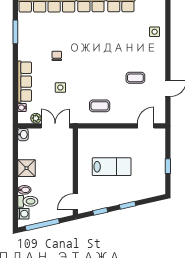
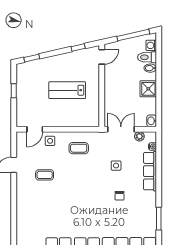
side table: (155, 32) -> (50, 141), moved
double door: (55, 126) -> (121, 129), swing flipped
window: (128, 205) -> (32, 58), moved

